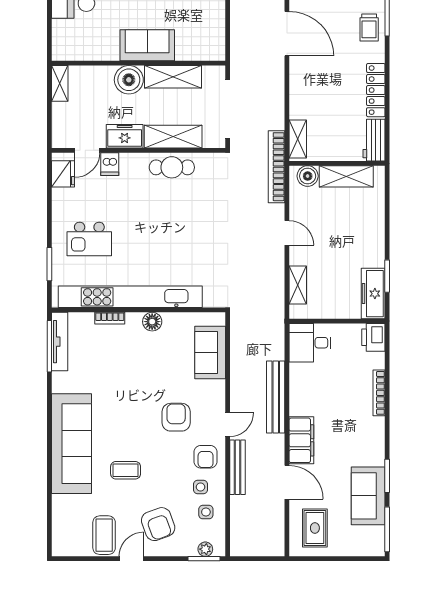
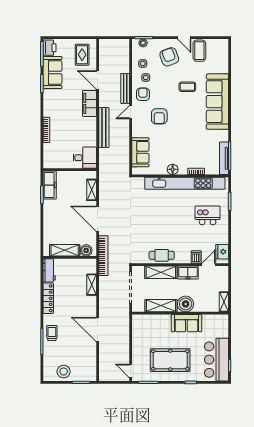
sofa: (147, 45) -> (186, 323), moved
shelving: (298, 139) -> (92, 285), moved
door: (287, 233) -> (98, 219), width x1.87
printer: (373, 337) -> (50, 48), moved
door: (131, 559) -> (184, 38), hinge flipped

